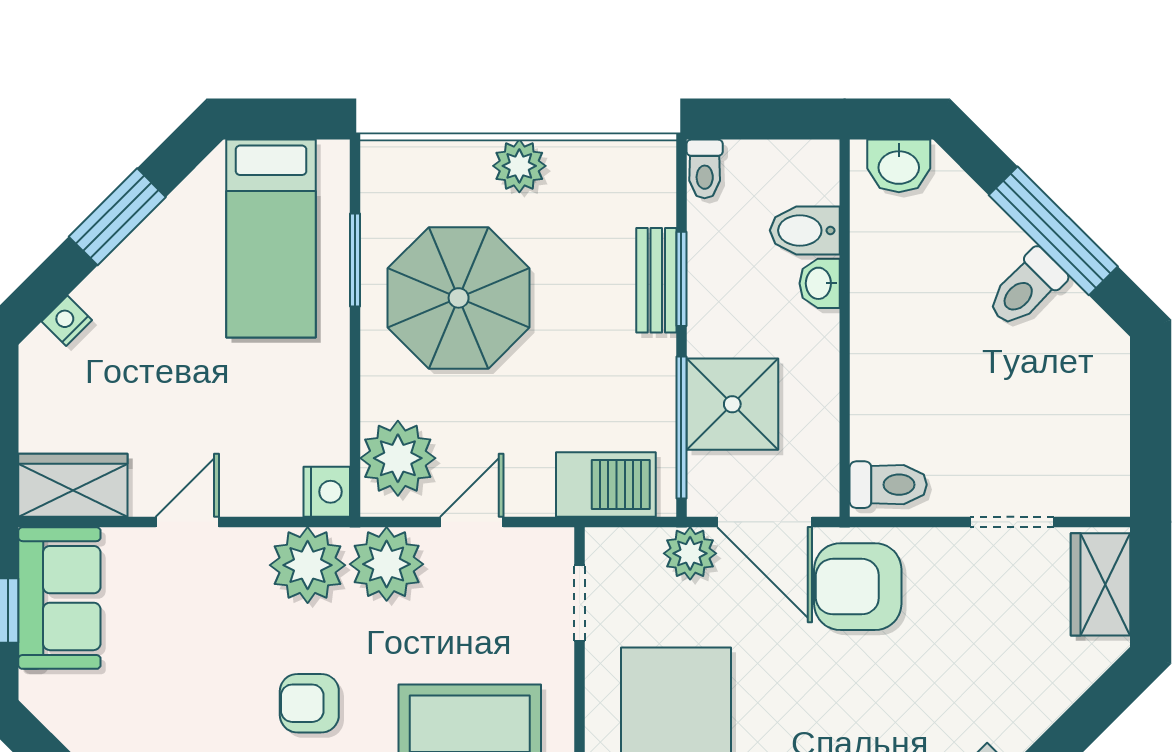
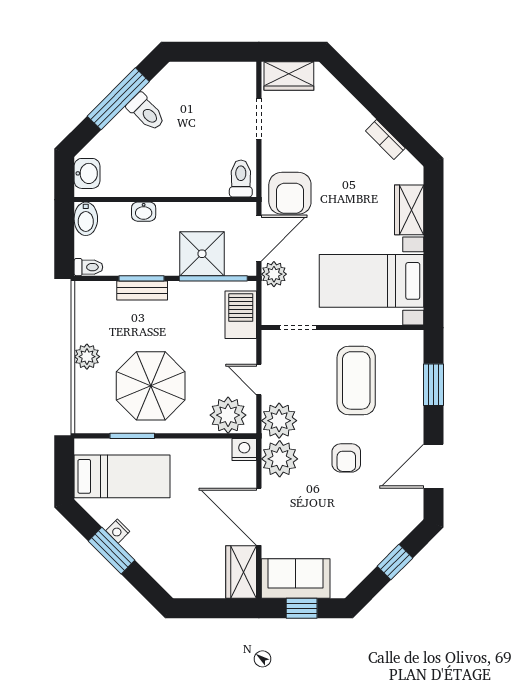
bidet: (805, 230) -> (86, 219), moved
nightstand: (67, 321) -> (118, 531), moved
door: (187, 522) -> (259, 517), width x1.88

